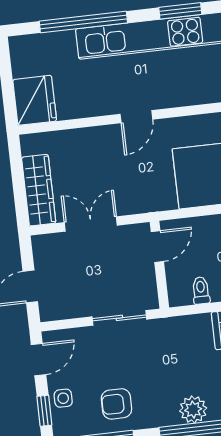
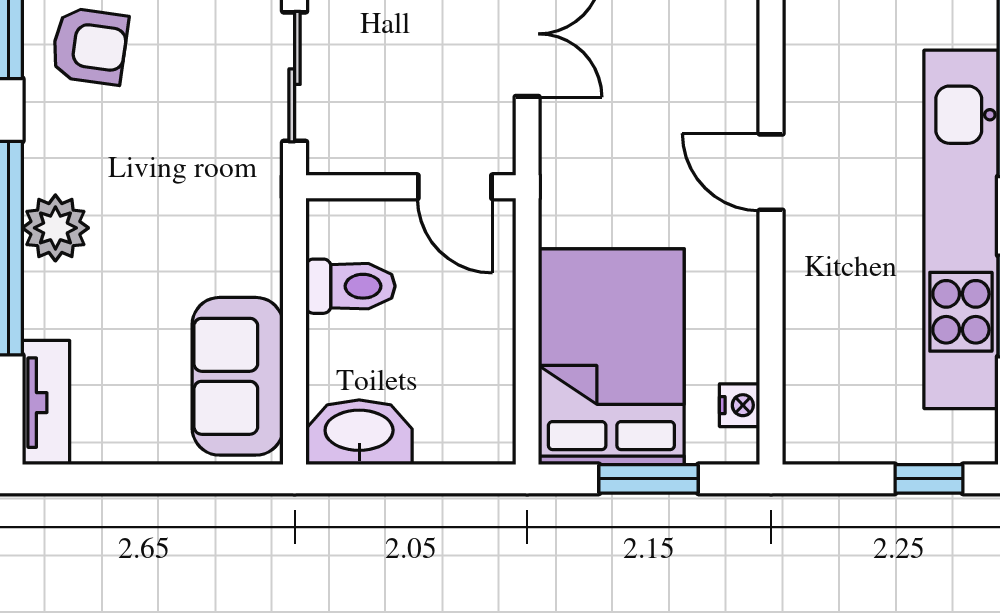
toilet: (201, 290) -> (351, 286), width x1.37, depth x1.39
armchair: (116, 404) -> (90, 46), turned 98

